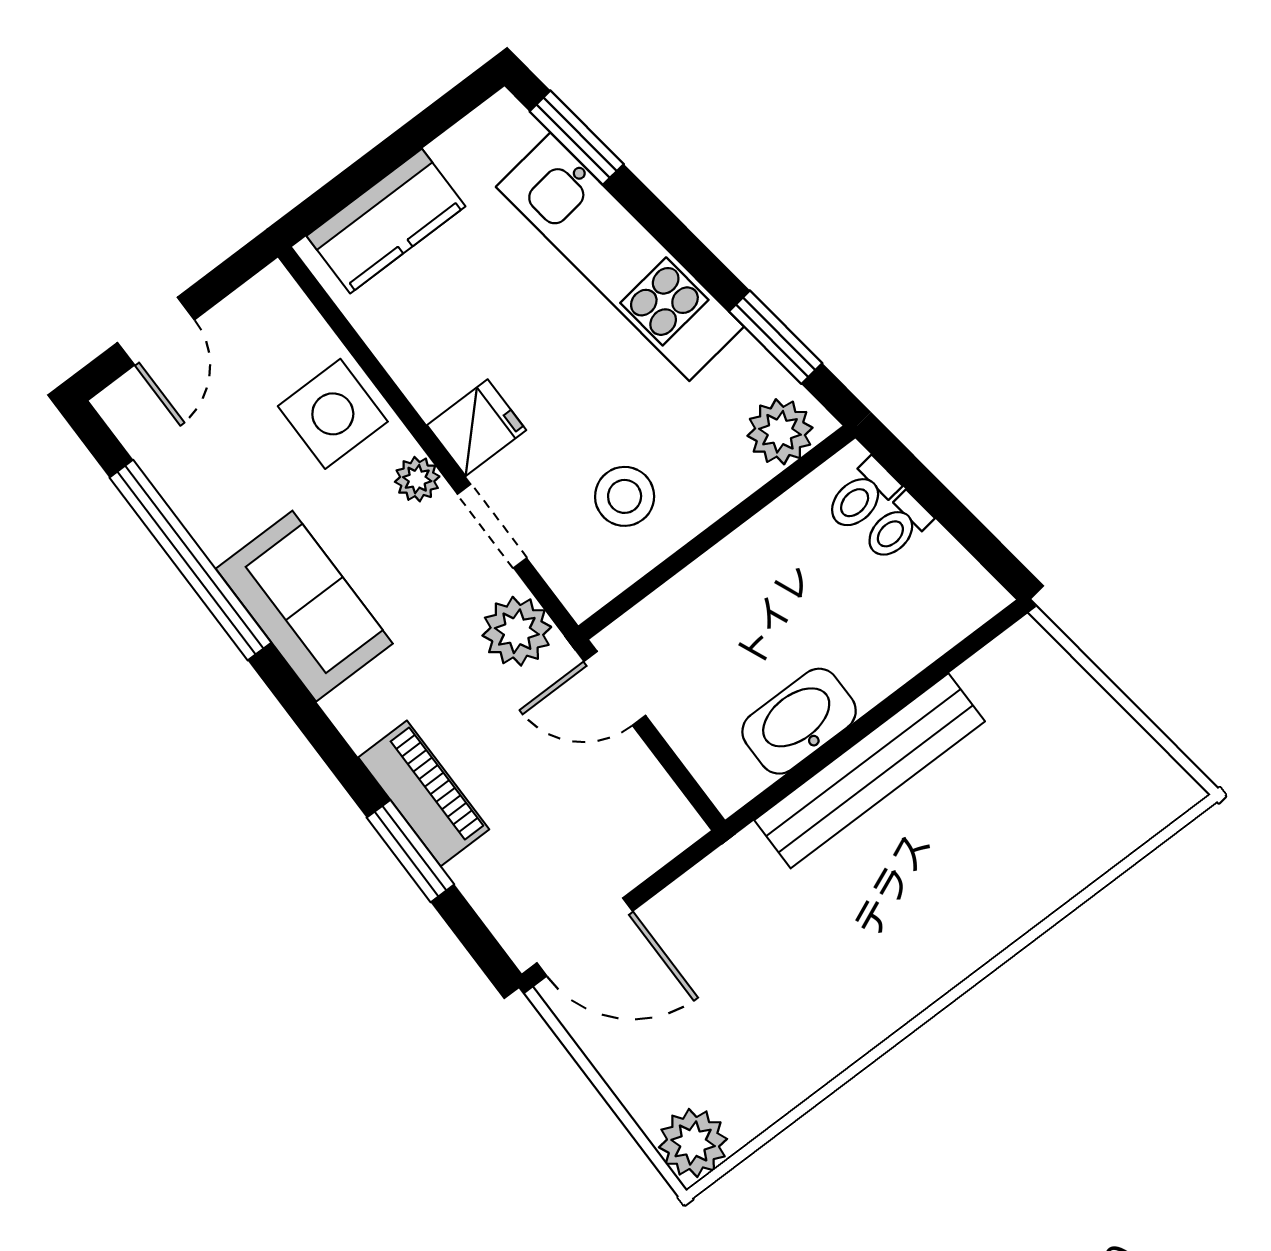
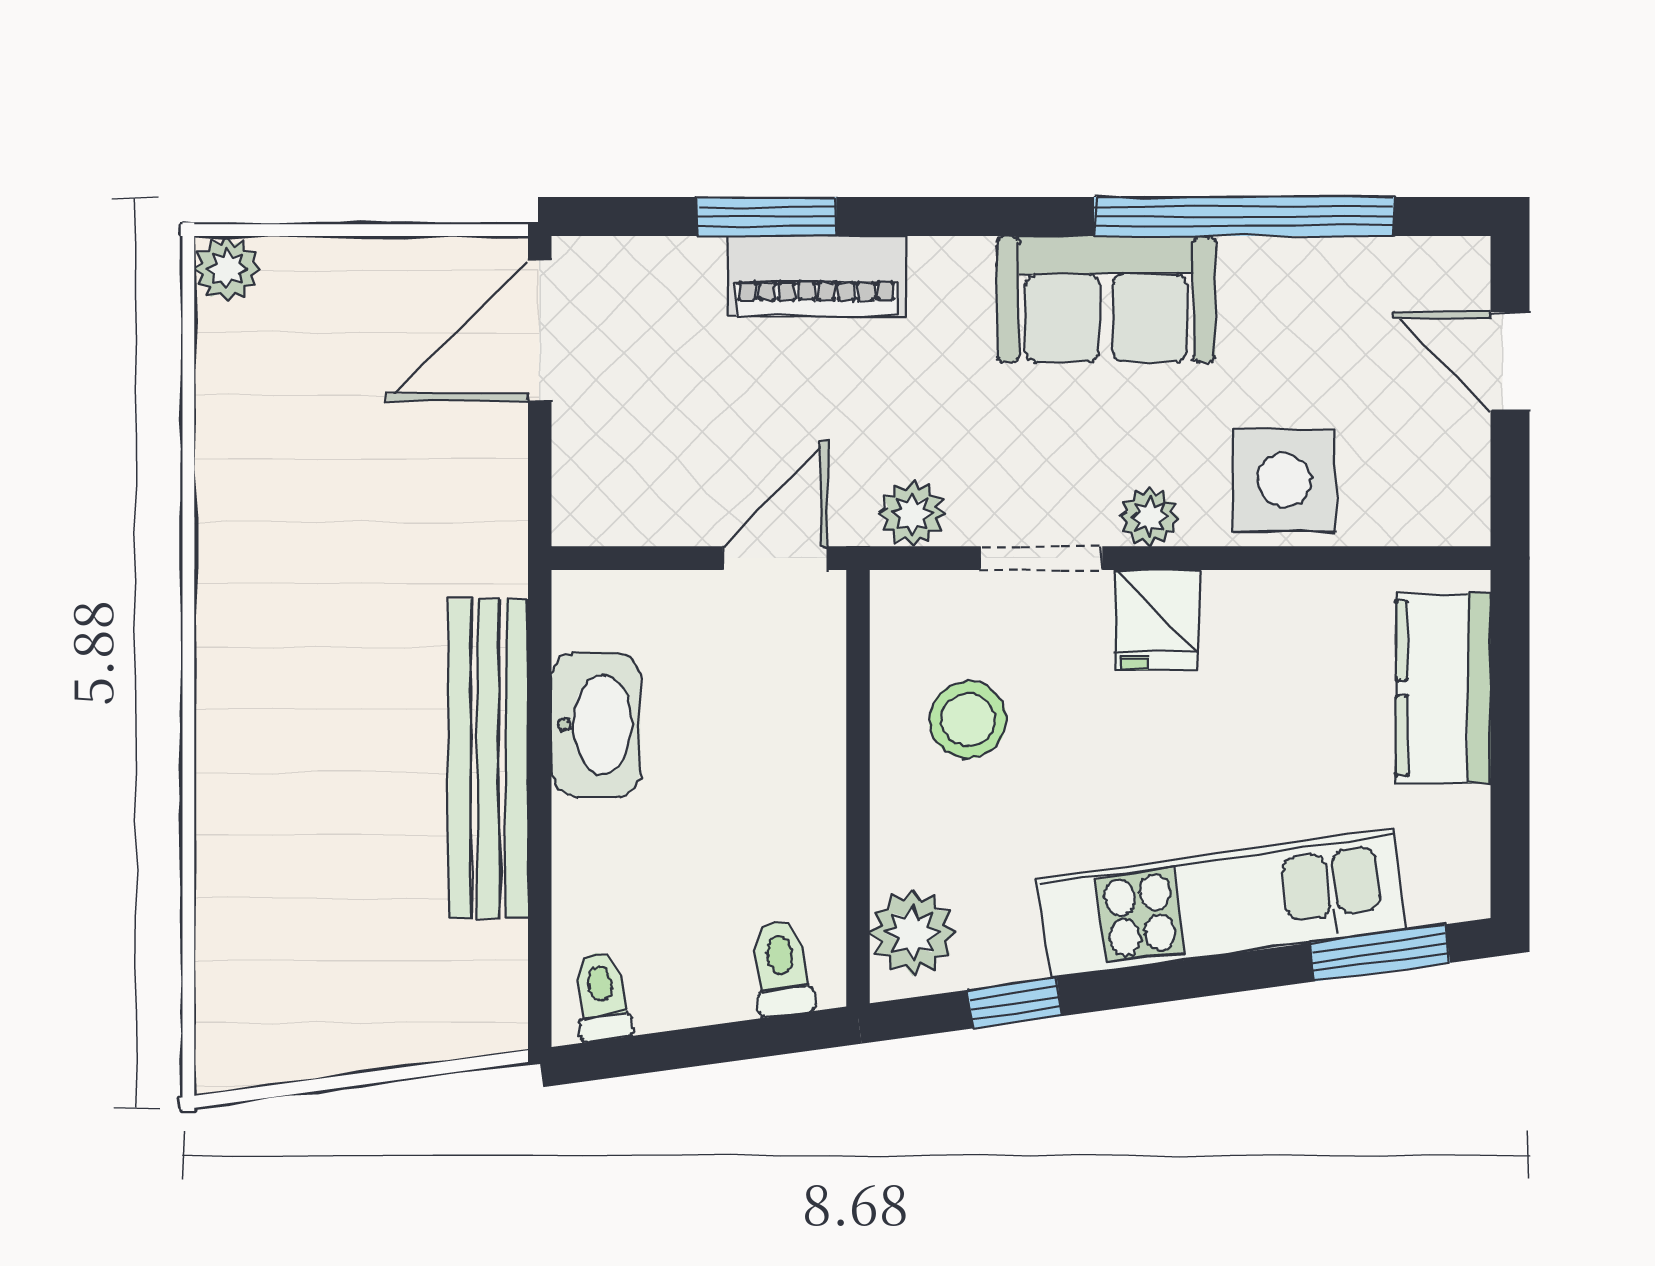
window: (776, 337) -> (1015, 1003), width x0.67
toilet: (897, 527) -> (602, 996), moved
plant: (517, 631) -> (912, 513), width x0.73, depth x0.73
plant: (693, 1143) -> (227, 269), width x0.73, depth x0.73

